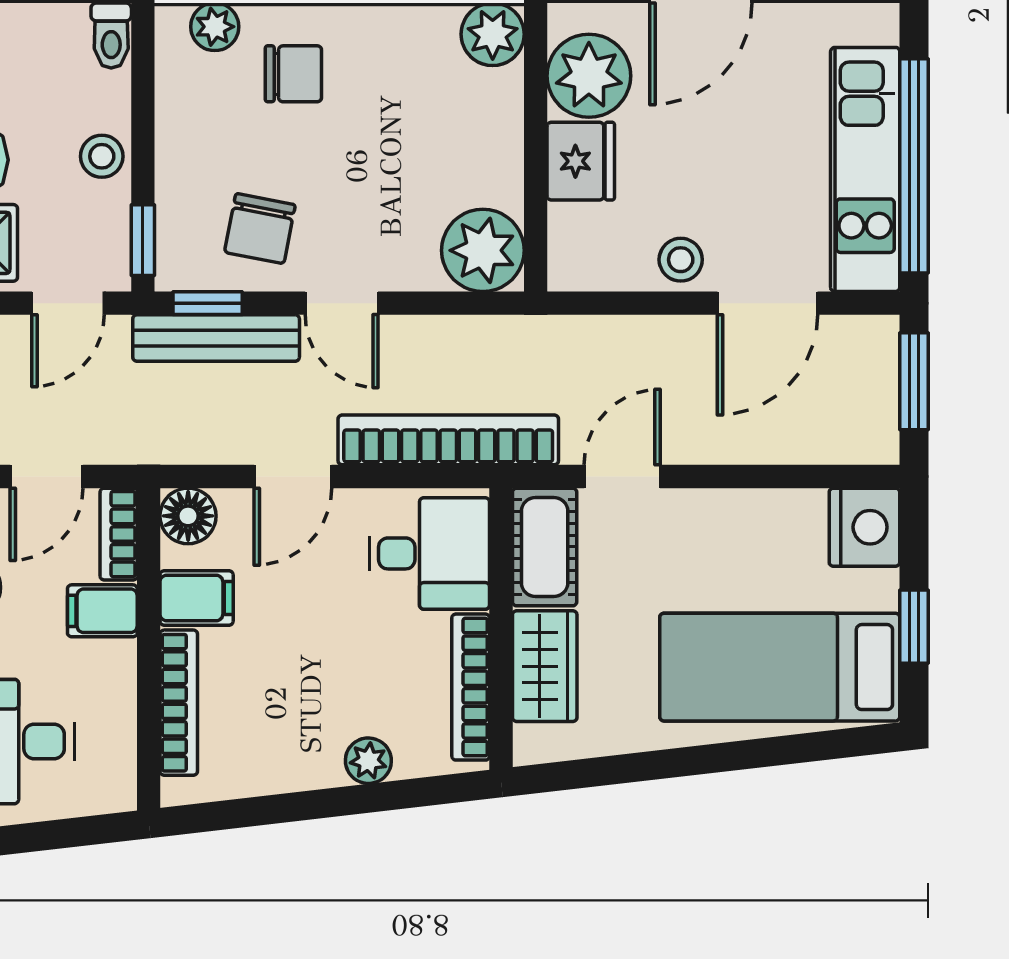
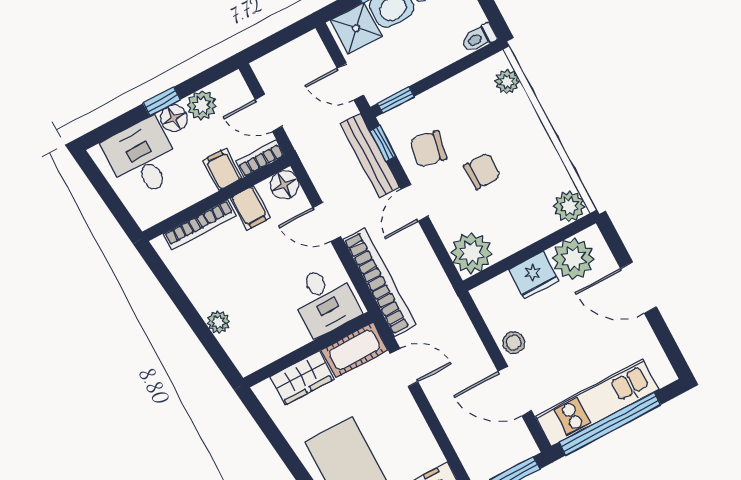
chair: (293, 74) -> (482, 171), moved, turned -90
stool: (102, 156) -> (423, 62), removed
bookcase: (471, 687) -> (275, 350), removed

